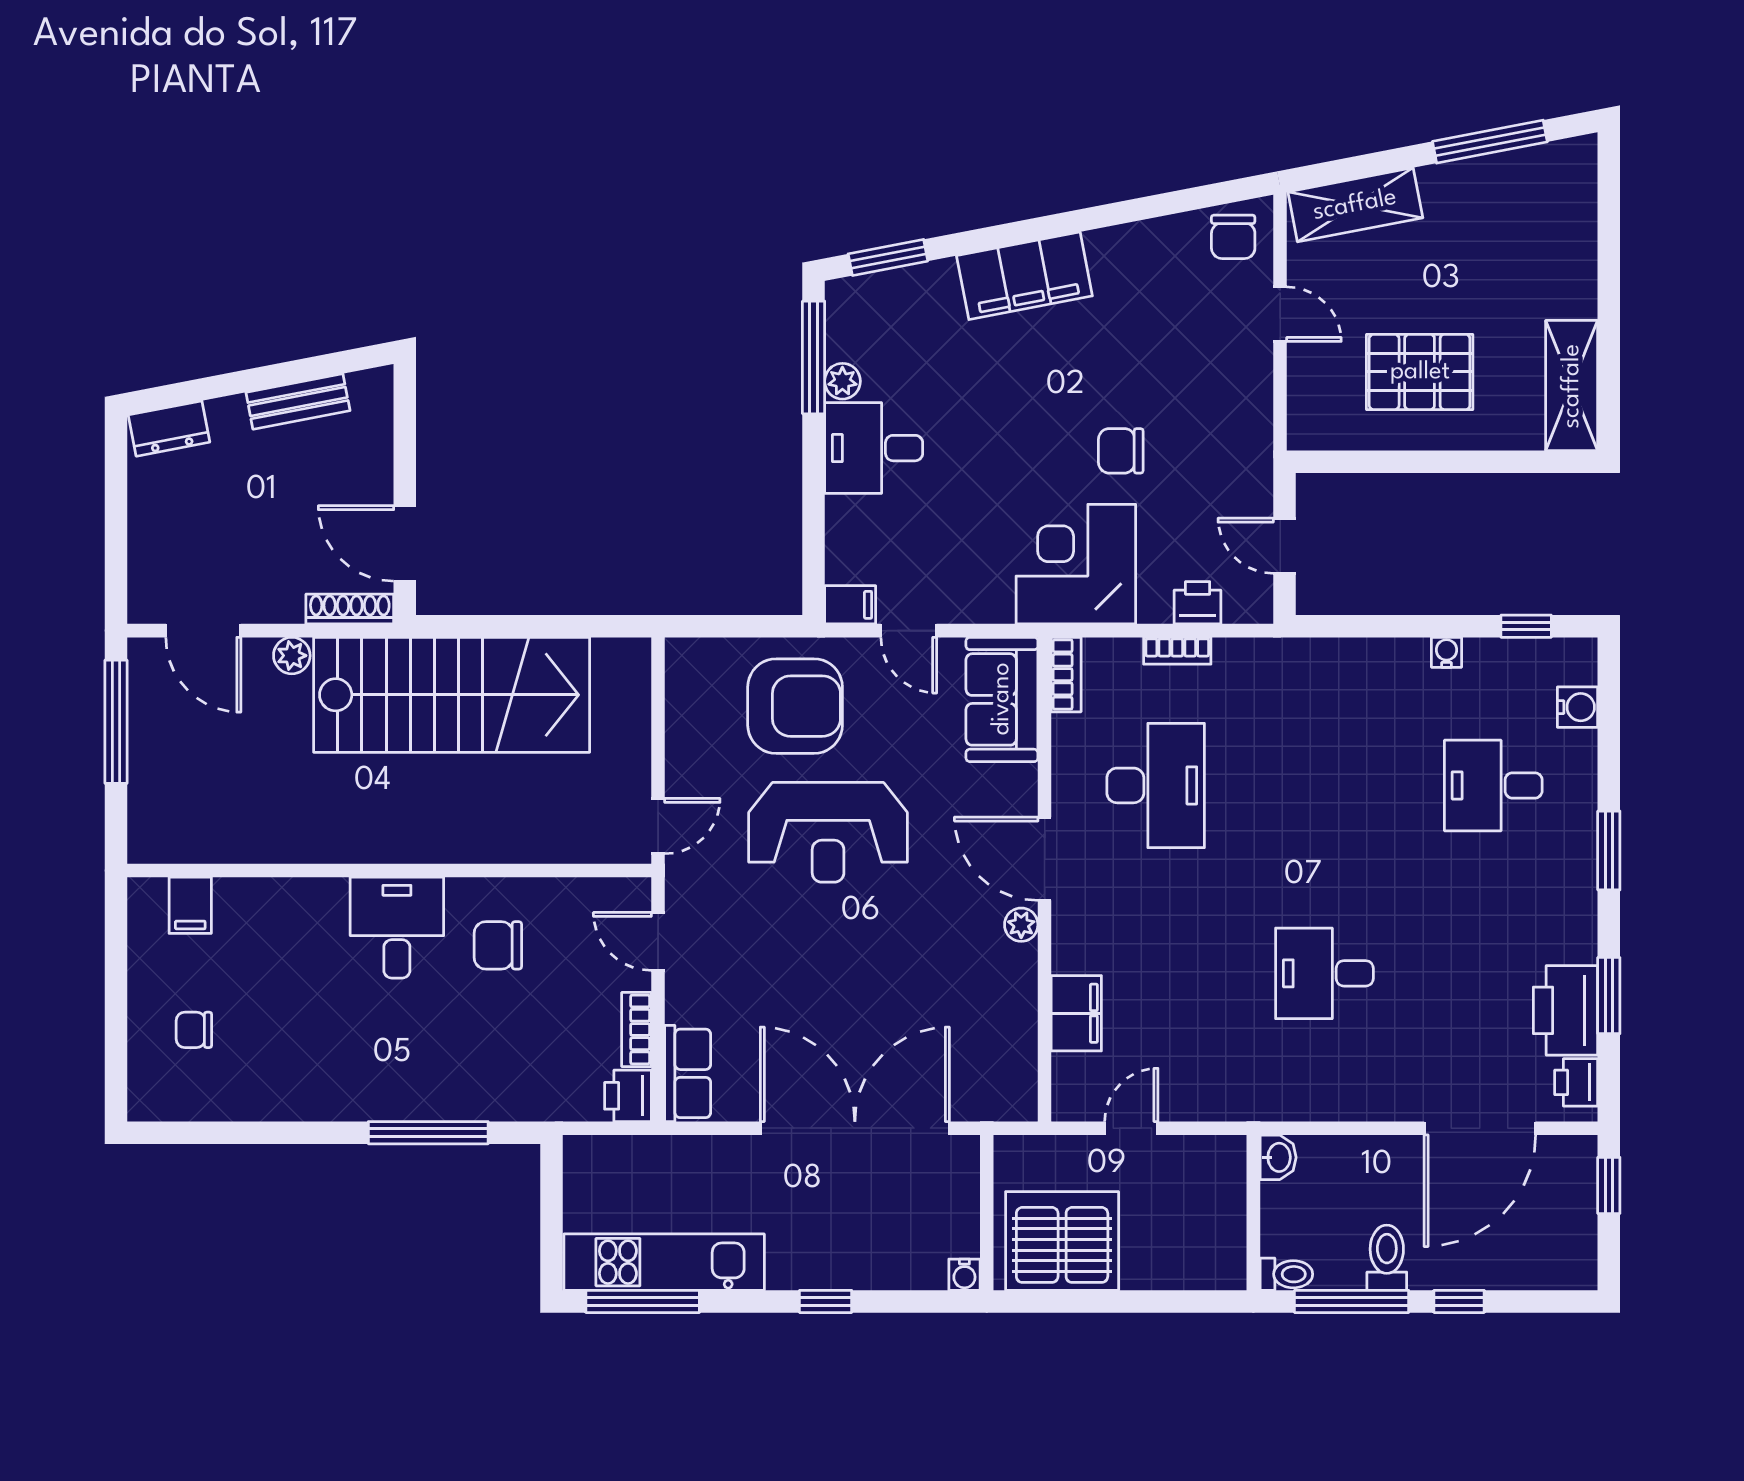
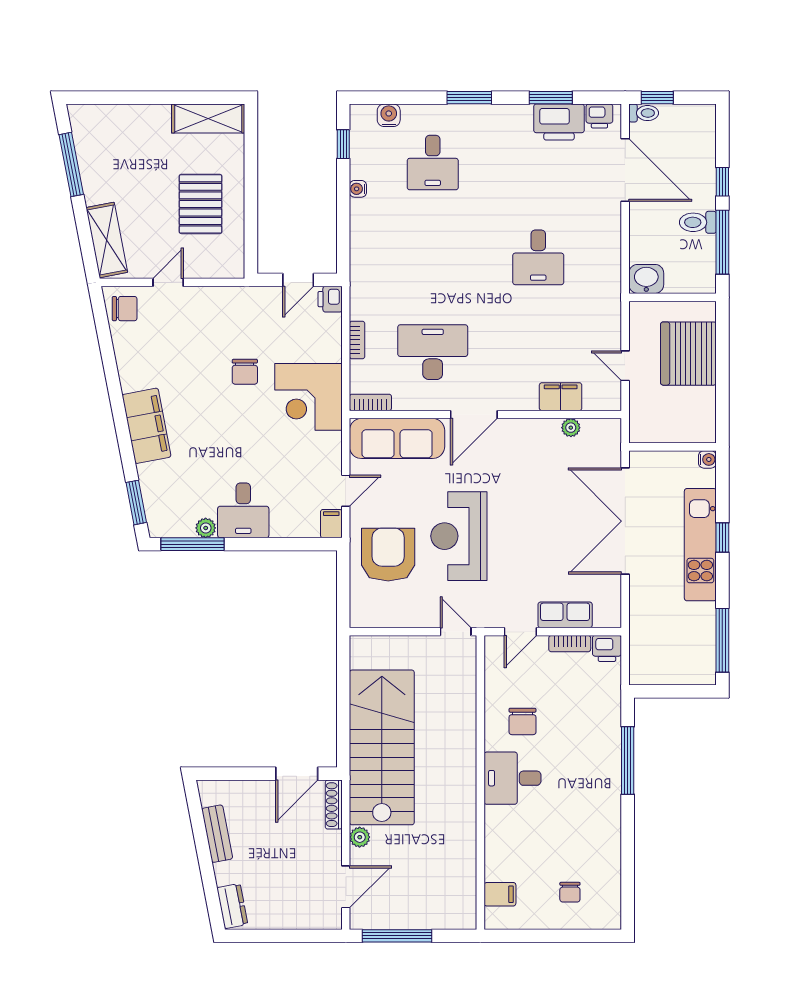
printer: (1198, 603) -> (330, 299), moved
sofa: (1002, 699) -> (397, 438), width x1.36
reception desk: (828, 832) -> (459, 536), turned 180
plant: (1021, 925) -> (571, 428), moved
row of seats: (688, 1073) -> (565, 615), moved
washbasin: (1278, 1157) -> (646, 279), width x1.38, depth x1.45
server rack: (1062, 1241) -> (688, 354), moved
kitchen unit: (664, 1262) -> (700, 545), moved
toilet: (1286, 1274) -> (644, 113), moved, turned 90

